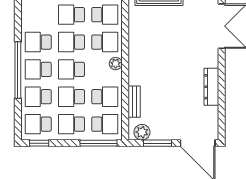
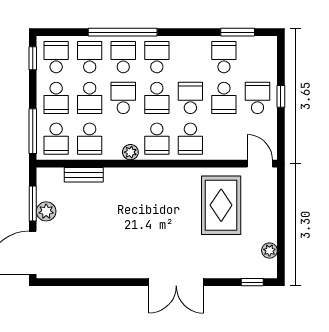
school desk: (71, 42) -> (157, 98), turned 180
dresser: (211, 87) -> (102, 270), removed
school desk: (71, 97) -> (90, 98), turned 180
school desk: (71, 124) -> (56, 98), turned 180
plant: (142, 132) -> (46, 211), moved

